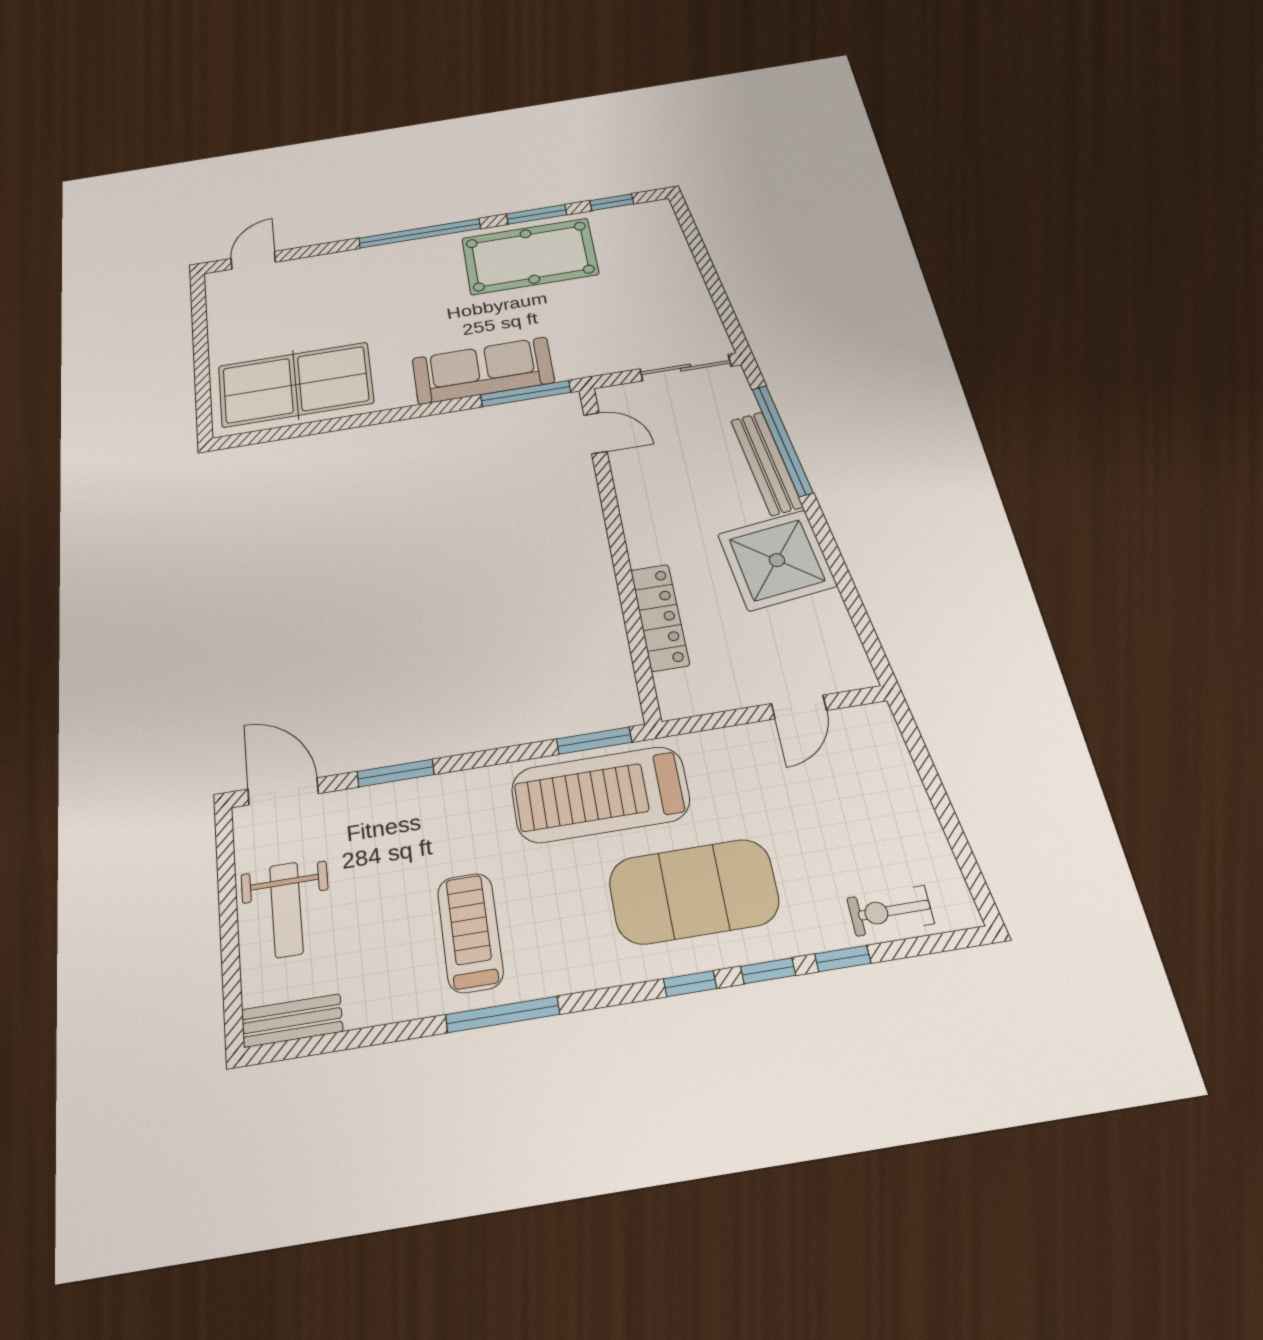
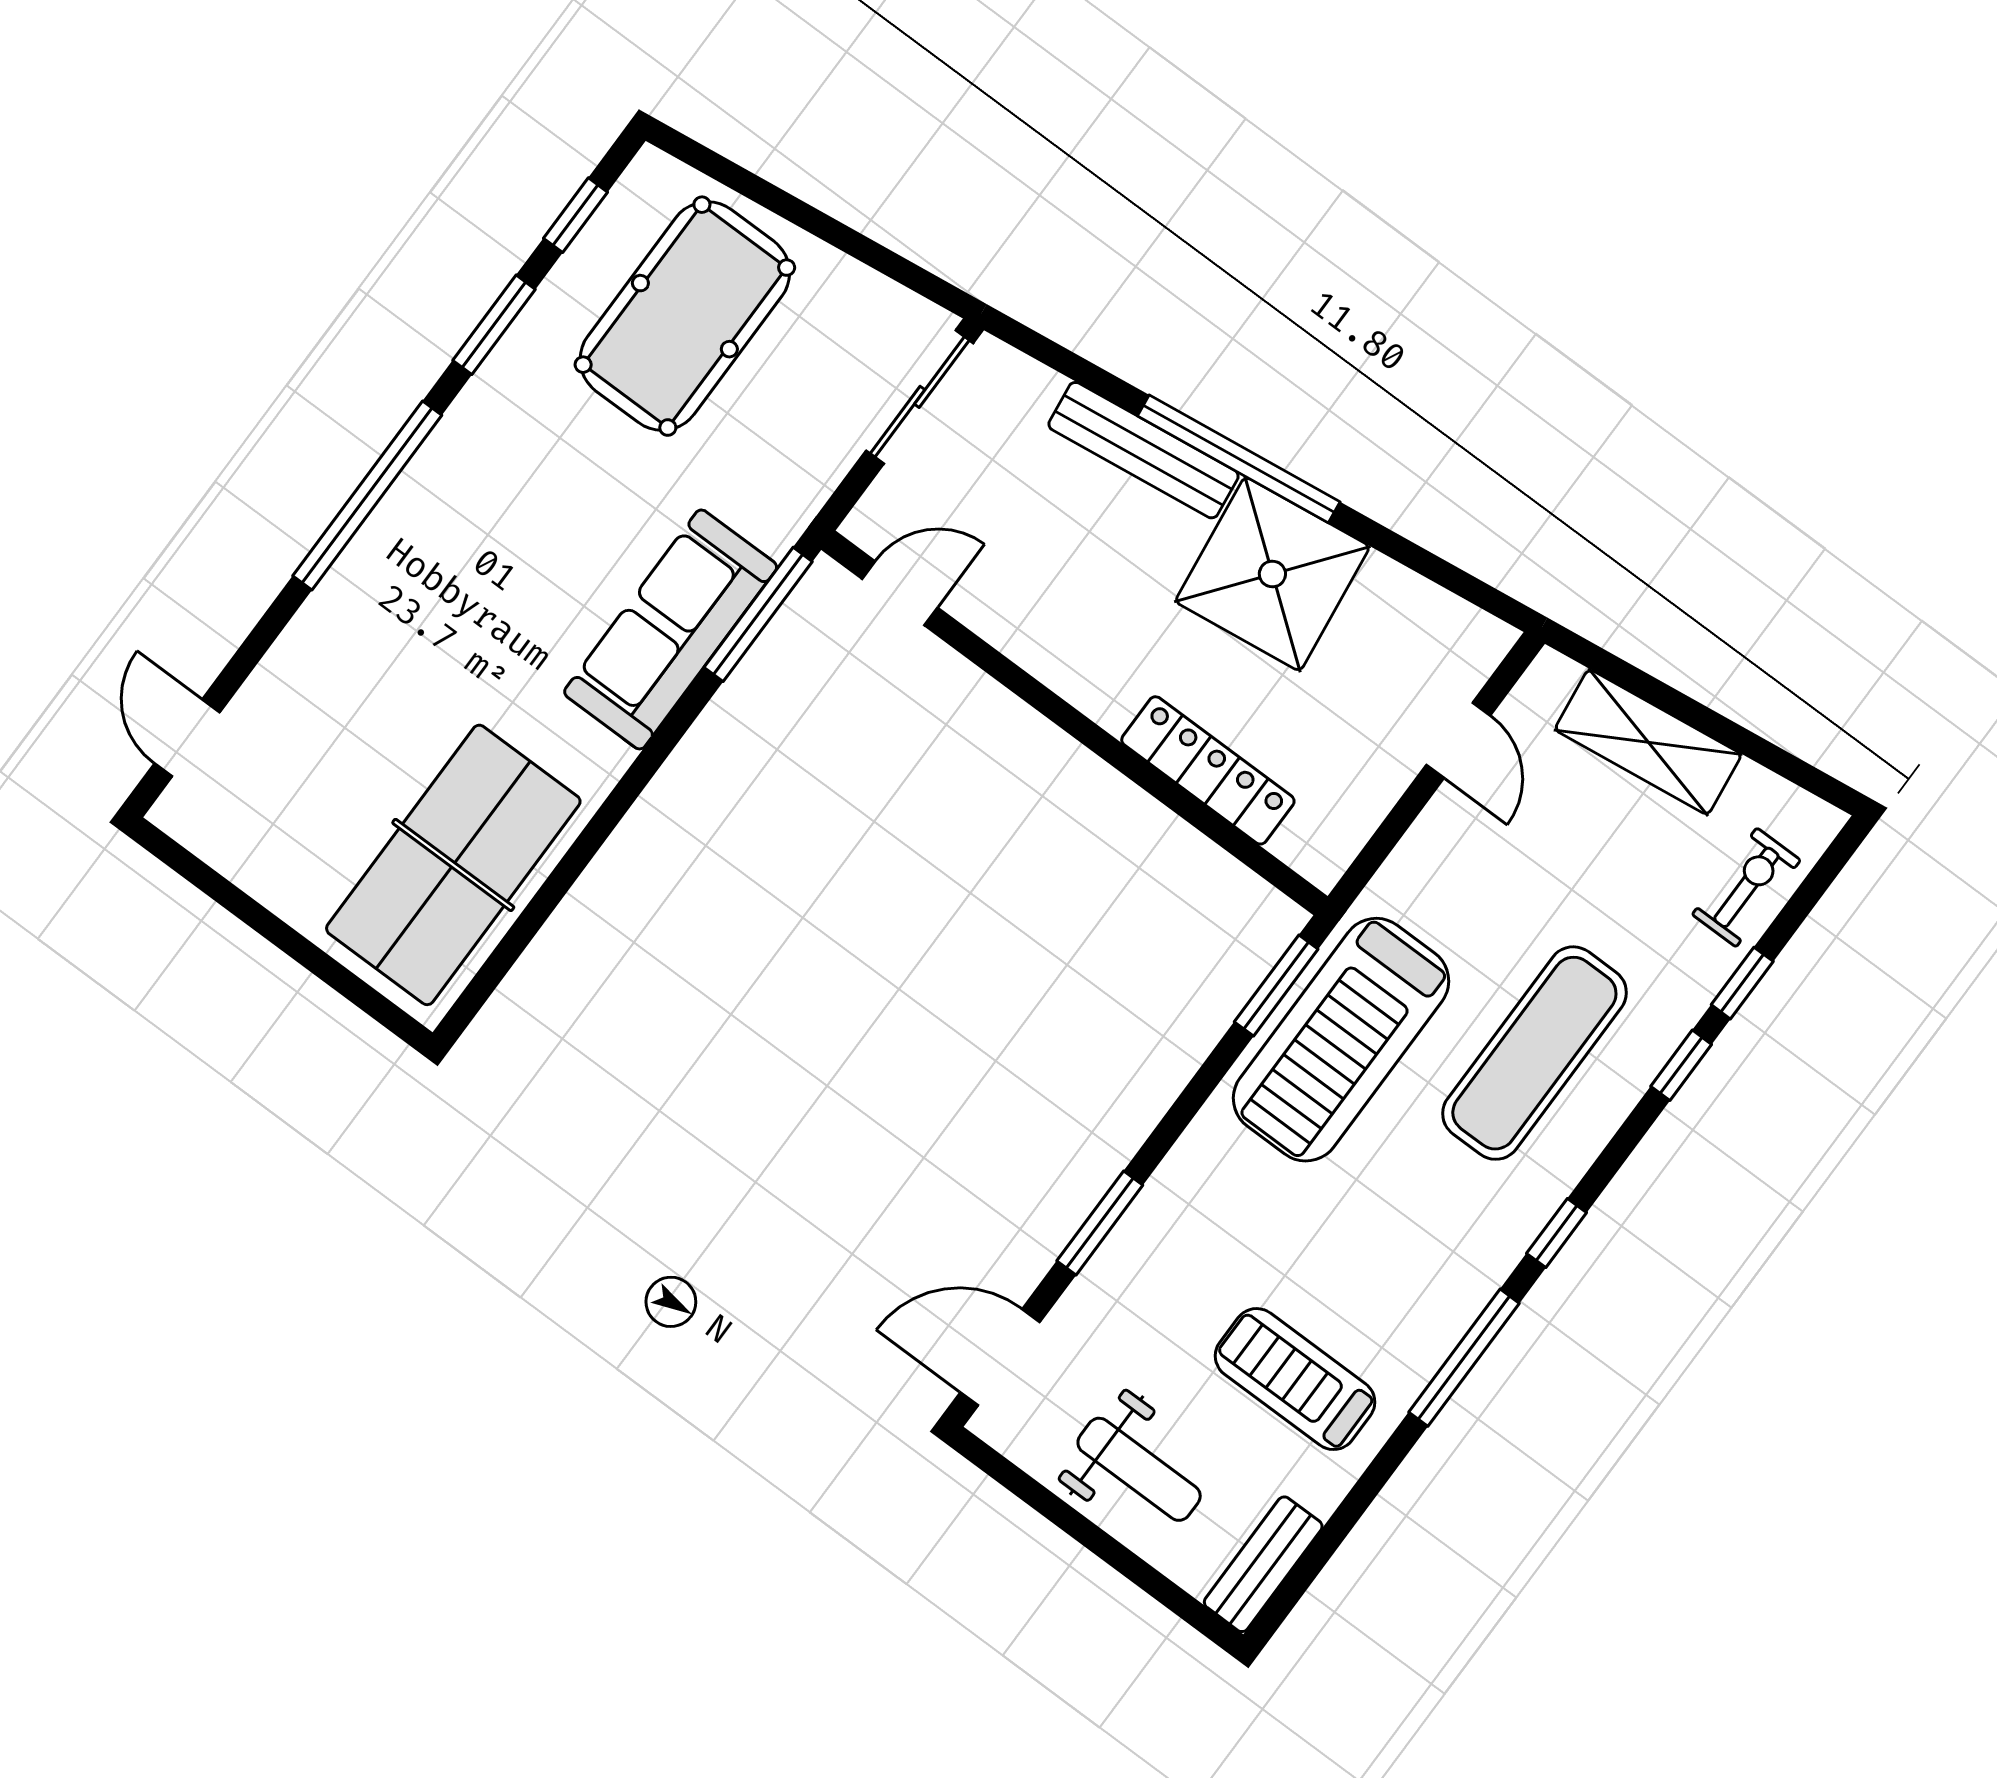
pool table: (530, 256) -> (685, 316), moved
window: (782, 440) -> (1239, 459), moved
shelving: (901, 792) -> (1648, 742), added
exercise mat: (694, 891) -> (1534, 1053), width x0.68
exercise bike: (890, 911) -> (1746, 887), turned 180
treadmill: (470, 932) -> (1295, 1379), moved
window: (690, 984) -> (1557, 1233), moved

